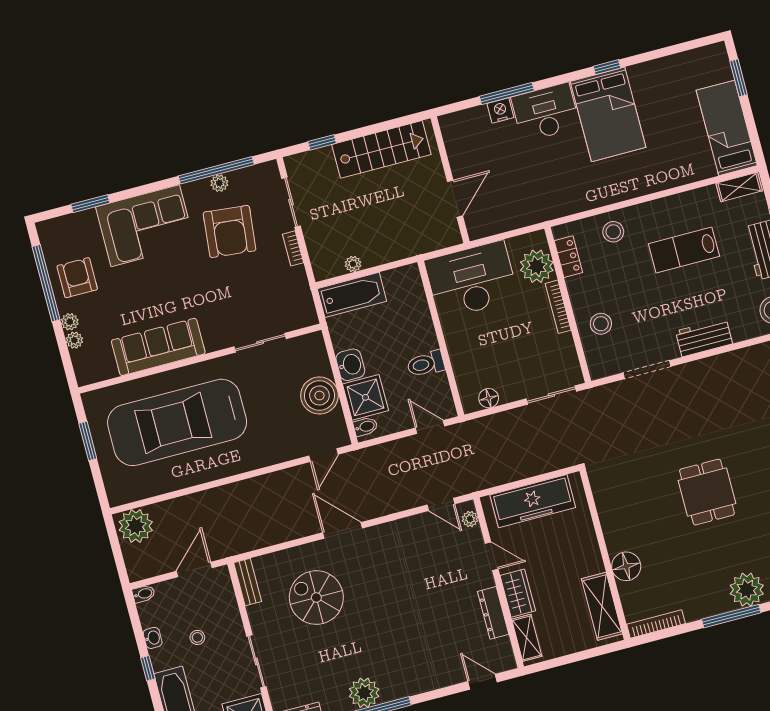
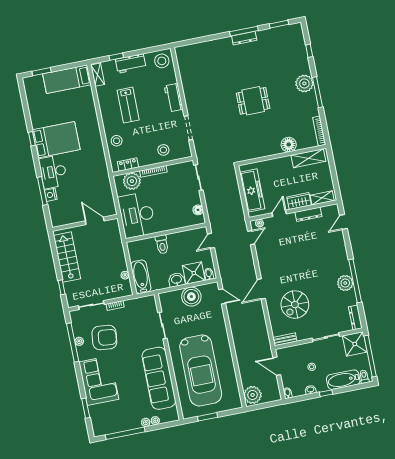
armchair: (77, 278) -> (123, 417), removed
sofa: (158, 347) -> (159, 378), width x1.36, depth x1.27
toilet: (426, 364) -> (162, 244), moved

